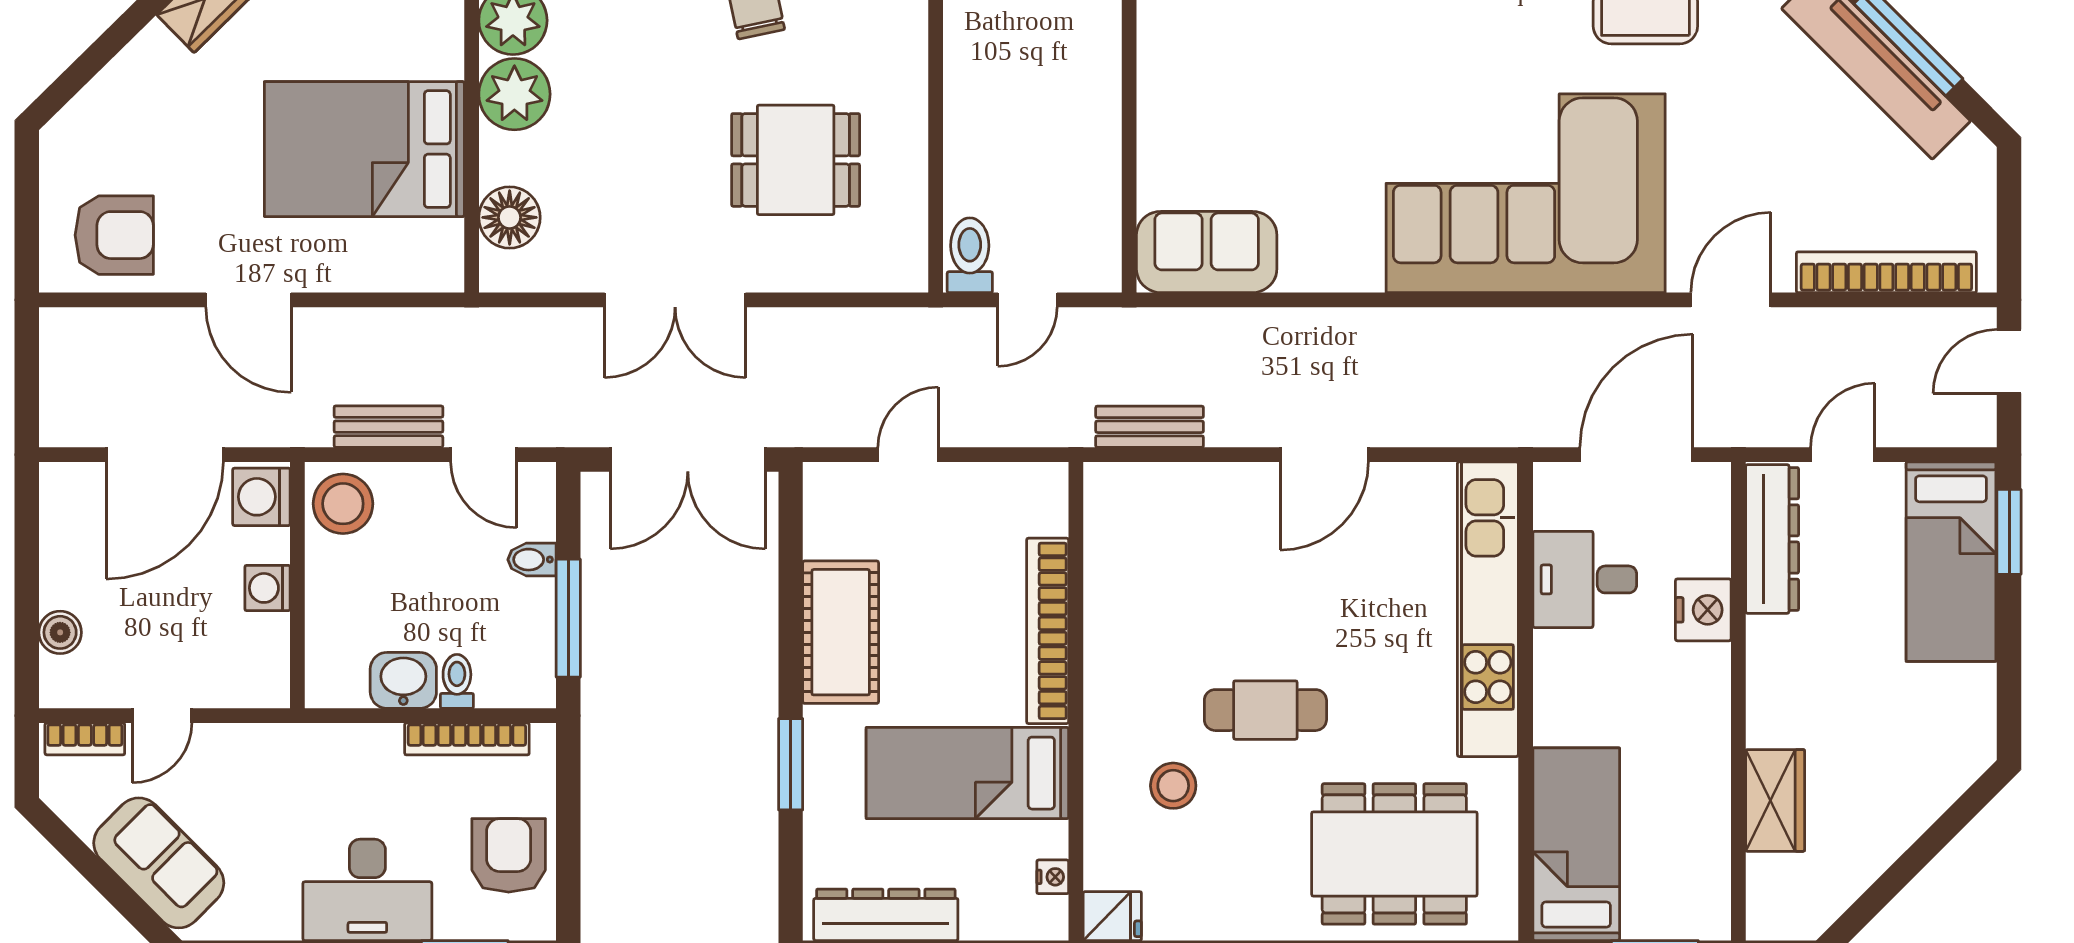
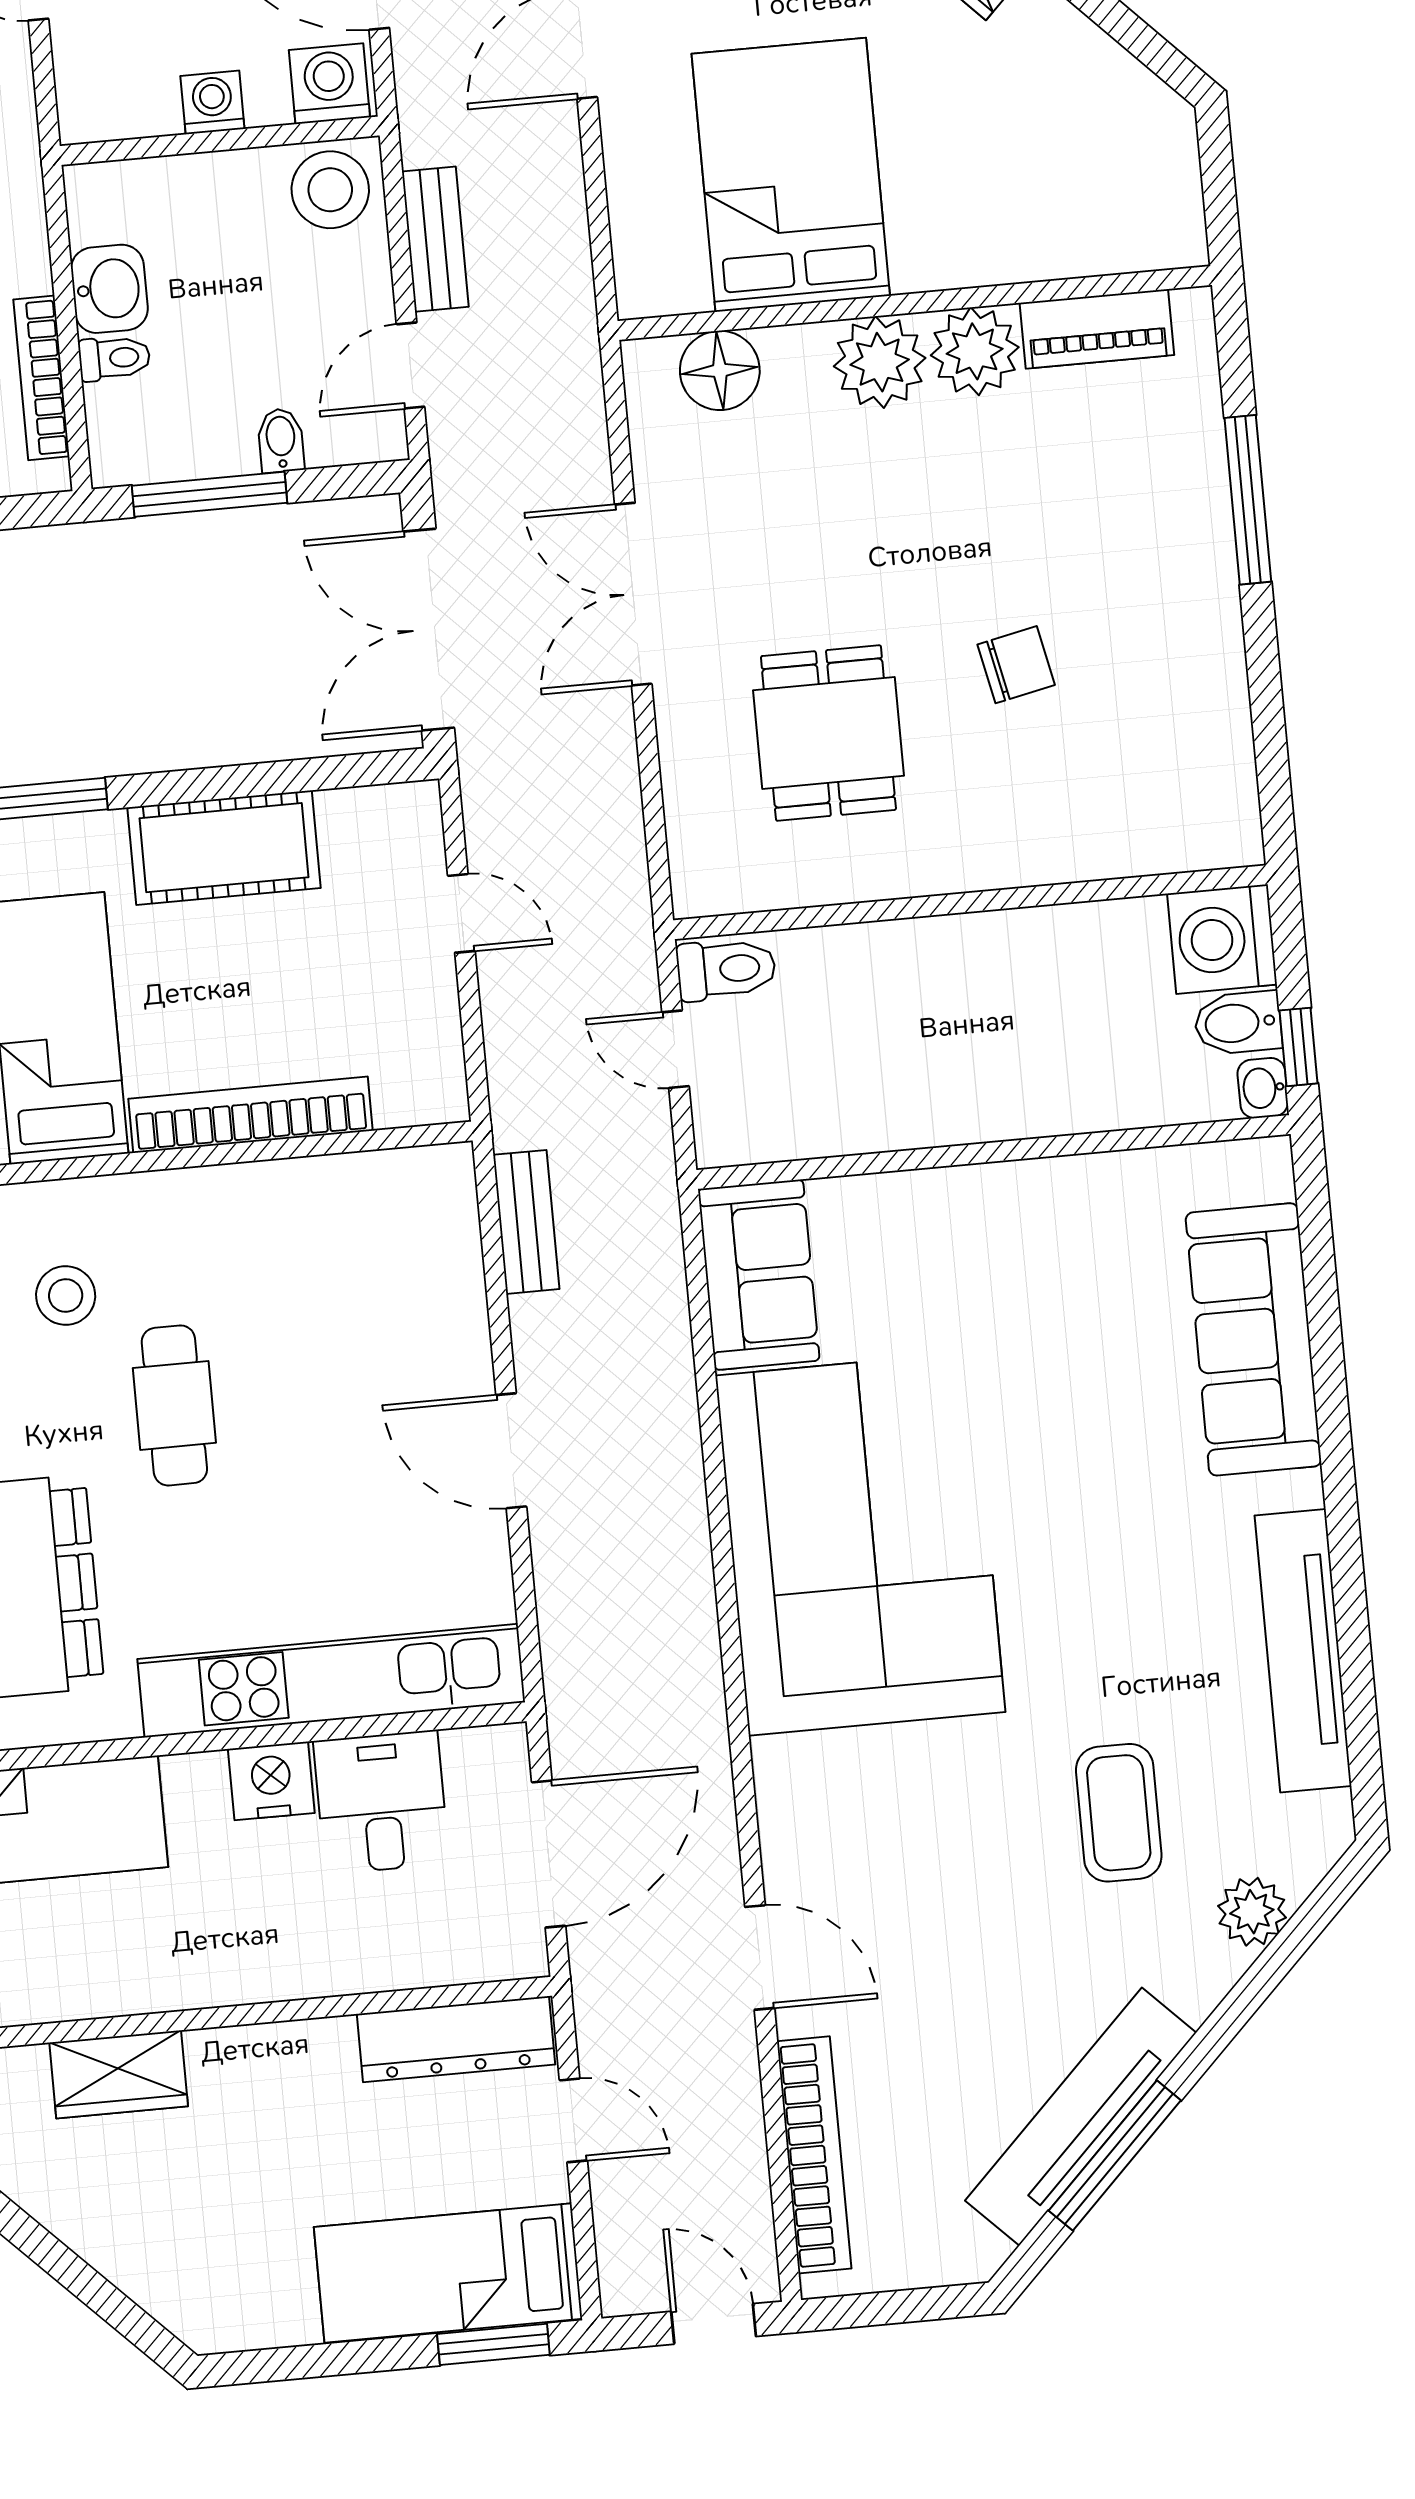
corner sofa: (1526, 193) -> (860, 1544), moved
door: (1636, 455) -> (549, 1854), hinge flipped
nightstand: (1703, 610) -> (271, 1781), moved, turned 180

